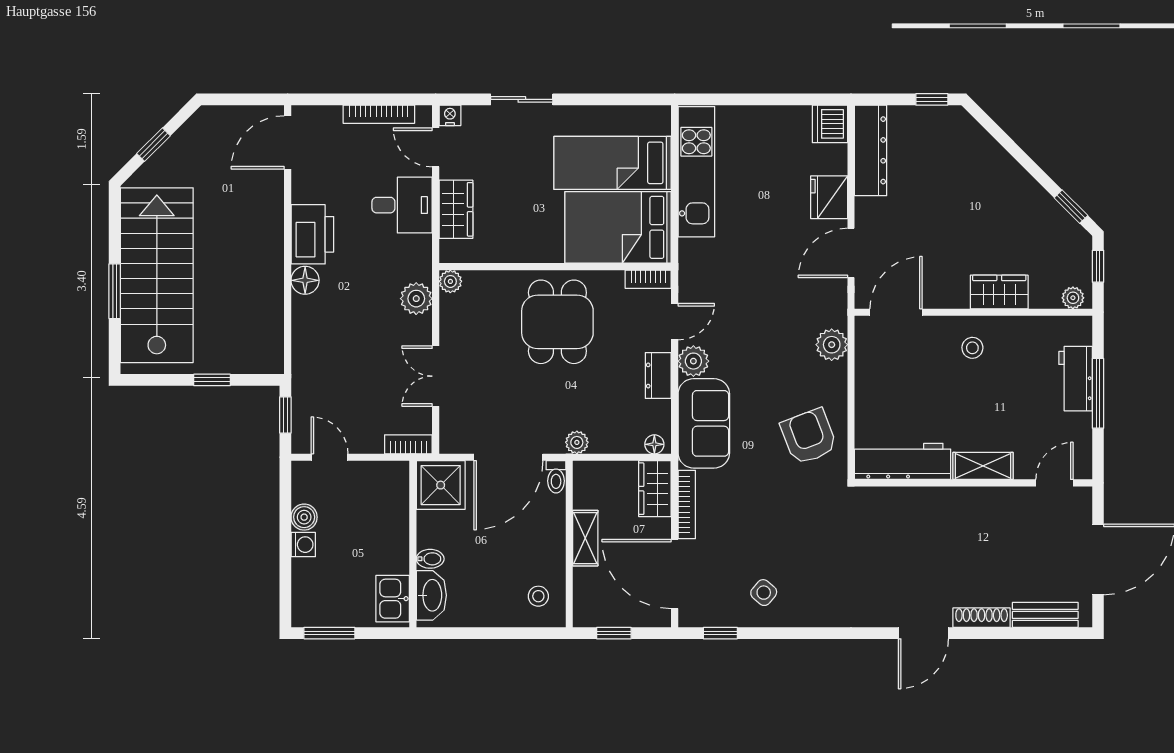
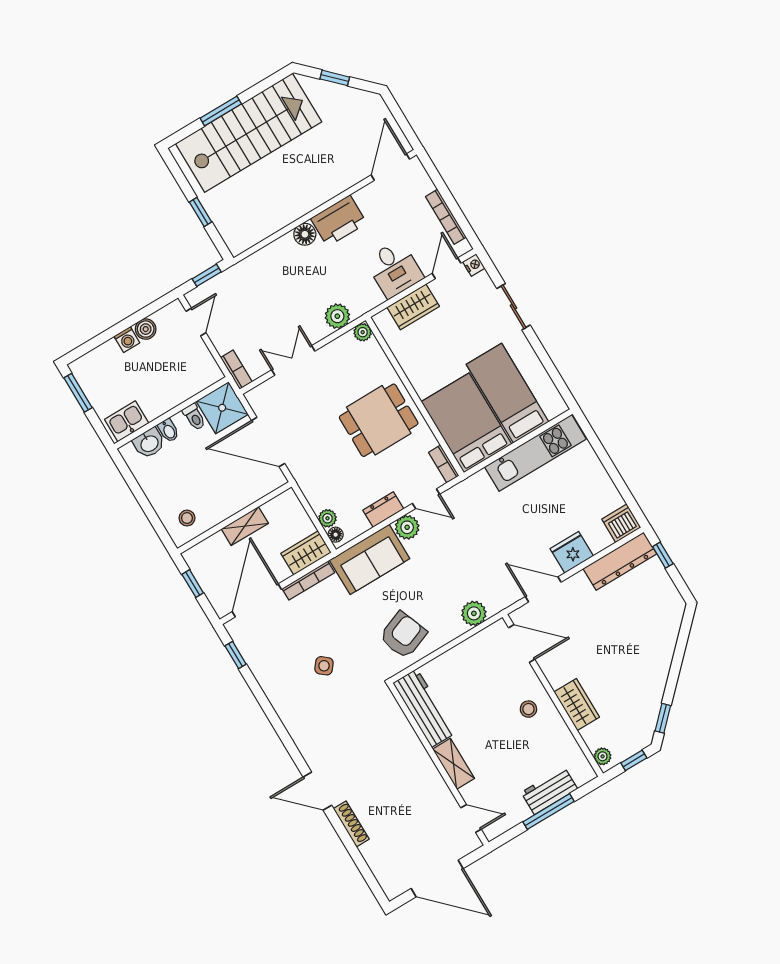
window: (932, 99) -> (663, 555), moved
door: (288, 142) -> (390, 167), hinge flipped
plant: (577, 442) -> (327, 518), moved
toilet: (556, 477) -> (194, 417), moved, turned -90
side table: (764, 593) -> (324, 666), moved
washbasin: (431, 595) -> (149, 443), width x0.72
bench: (1045, 615) -> (379, 866), removed

